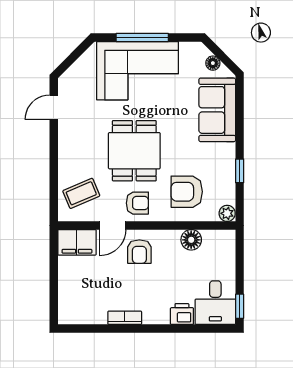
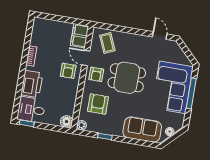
floor lamp: (191, 240) -> (66, 122), moved
armchair: (139, 252) -> (68, 71), turned -90
printer: (182, 314) -> (32, 84), width x1.87, depth x1.48

